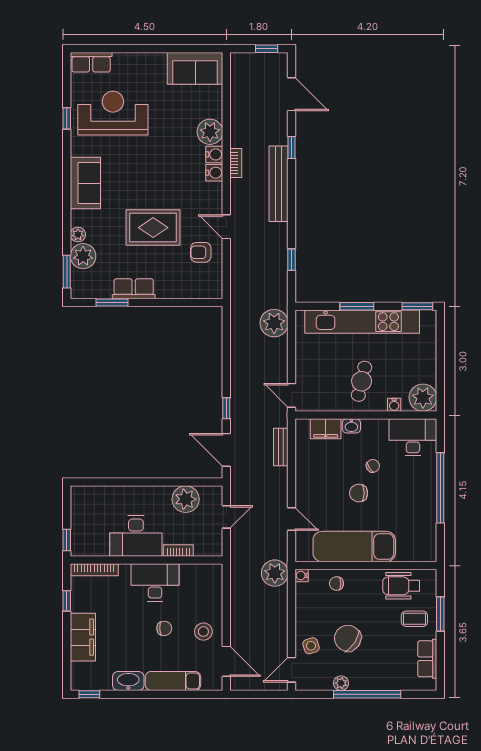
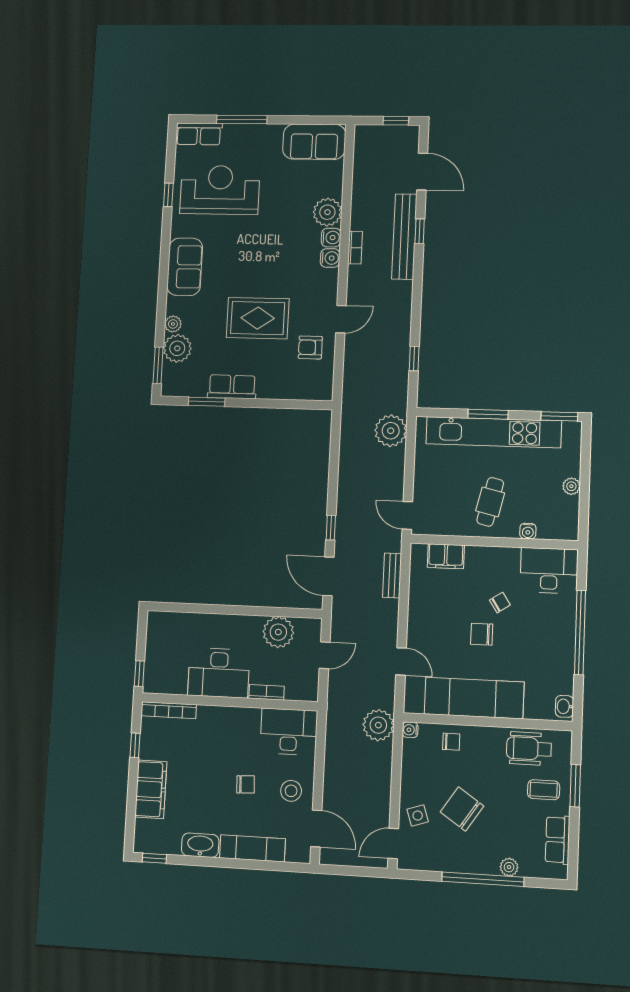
window: (129, 49) -> (242, 120), added
bench: (279, 184) -> (404, 237), moved
door: (226, 227) -> (341, 319), swing flipped
plant: (423, 398) -> (571, 486), moved, width x0.53, depth x0.53
washbasin: (351, 426) -> (564, 706), moved, turned 90
desk: (155, 582) -> (289, 732), moved
chair: (336, 584) -> (451, 742), turned 180
plant: (341, 683) -> (509, 867), moved

